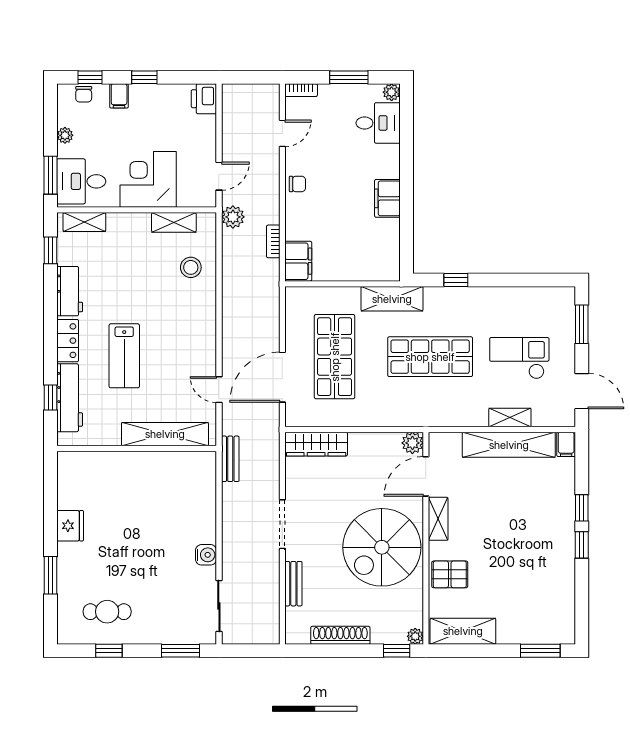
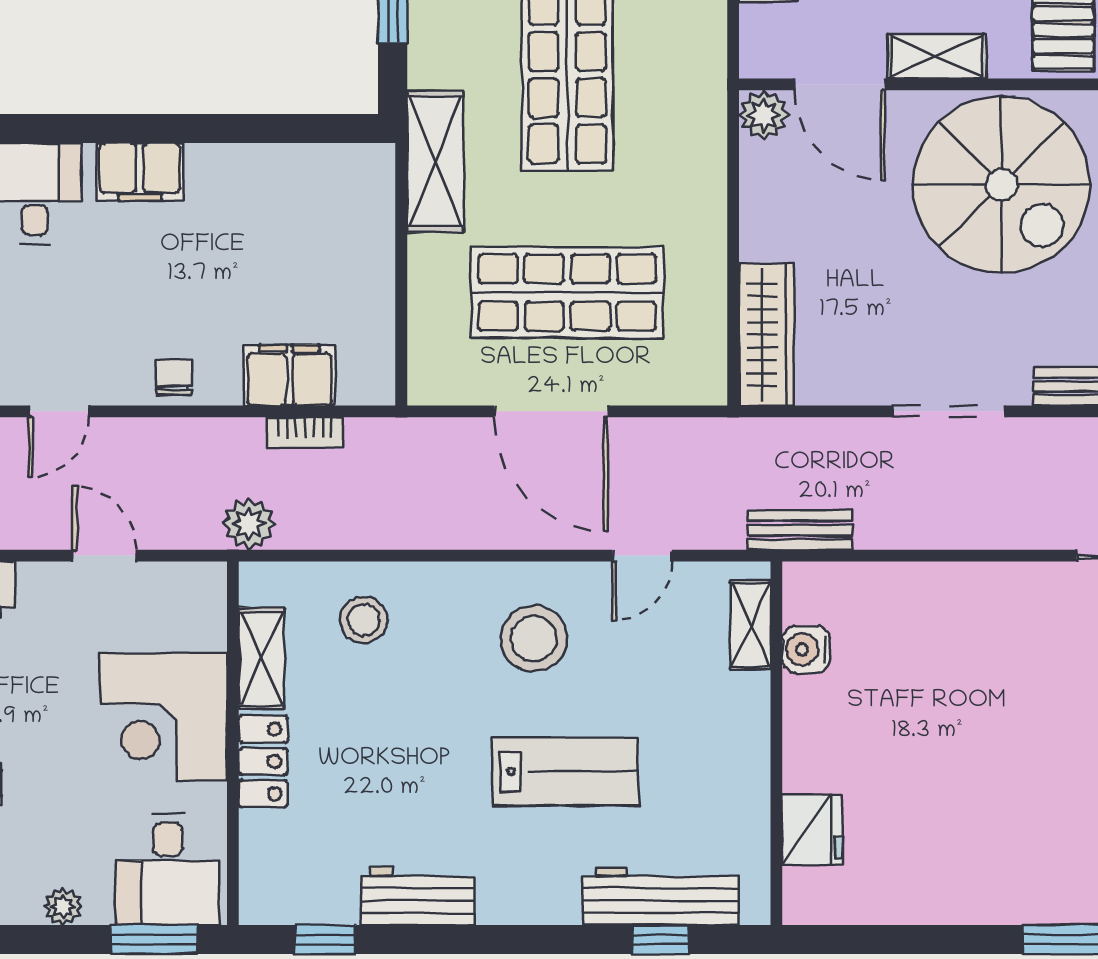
door: (282, 133) -> (59, 411), swing flipped
door: (219, 176) -> (104, 556), moved
filing cabinet: (387, 198) -> (140, 172), moved
shelving: (84, 222) -> (260, 862), removed
filing cabinet: (298, 261) -> (289, 375), moved
locker: (68, 341) -> (263, 761), moved, turned 90
stool: (183, 342) -> (534, 638), added
door: (282, 377) -> (551, 411), moved
shelving: (165, 434) -> (750, 625), width x0.45, depth x0.75
fridge: (70, 526) -> (812, 830), moved, turned 90
water cooler: (206, 555) -> (806, 649), moved, turned -90

